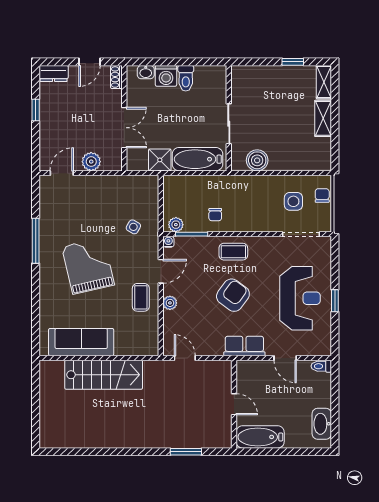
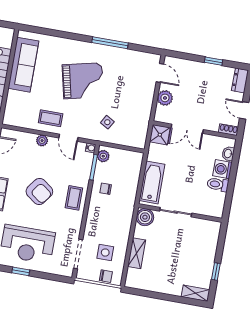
shelving: (323, 118) -> (137, 253), moved, turned 90
shower: (160, 160) -> (160, 135), moved
boiler: (257, 160) -> (145, 217), moved

